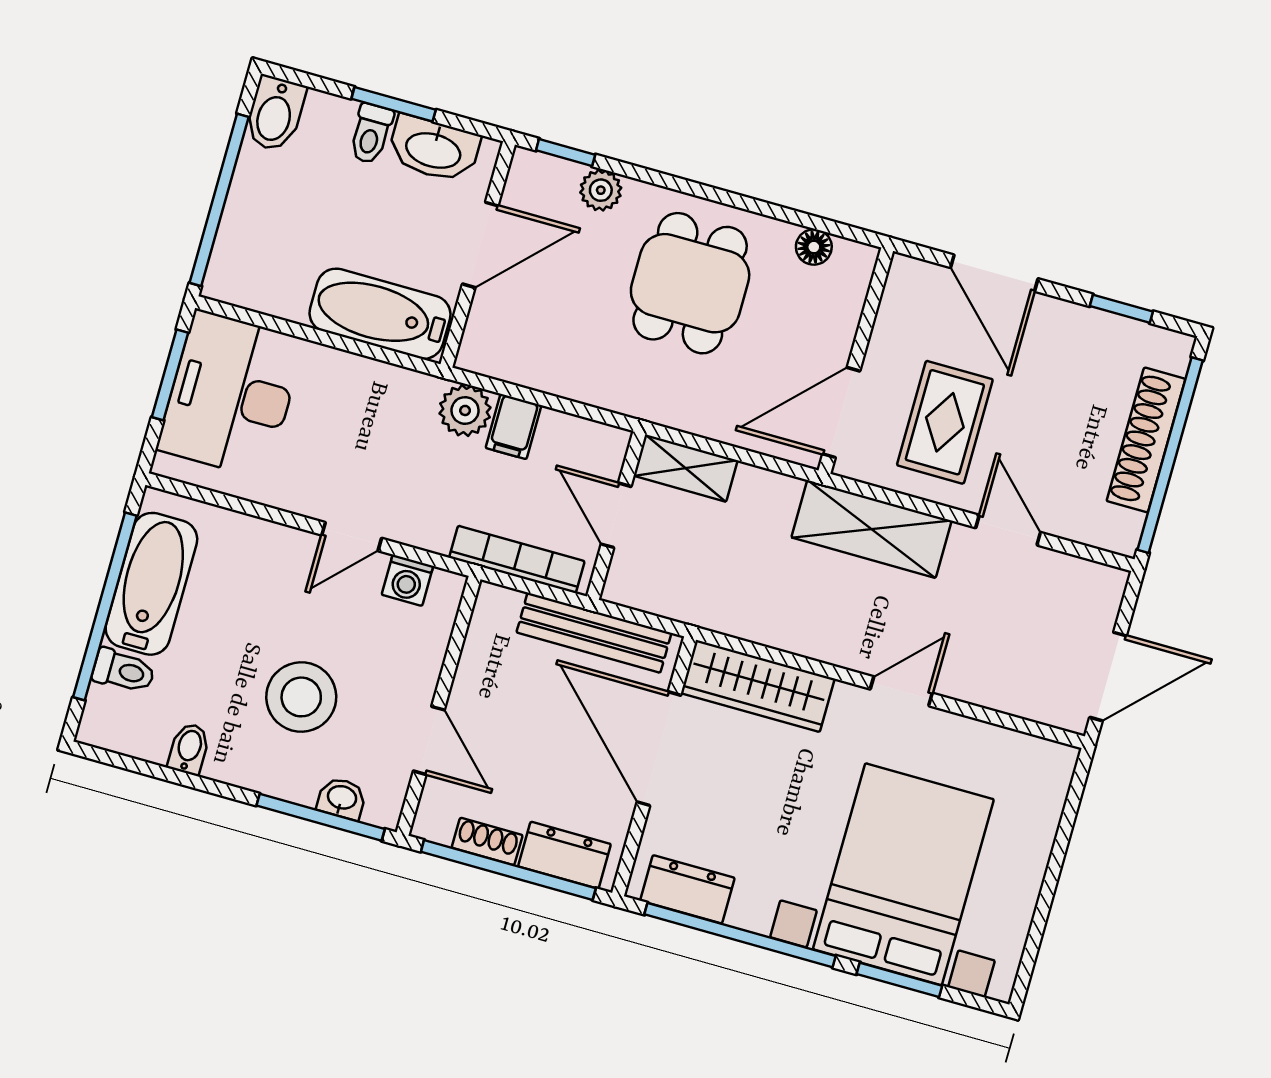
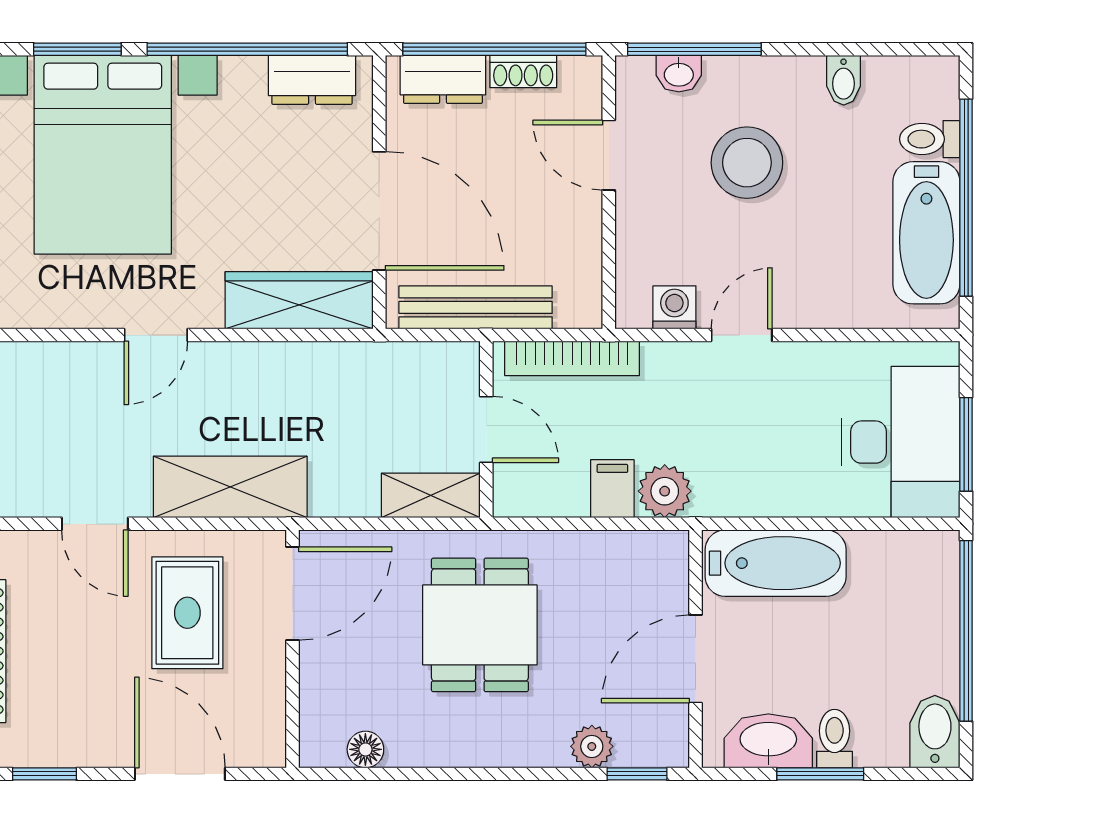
dining table: (690, 283) -> (480, 625), moved

